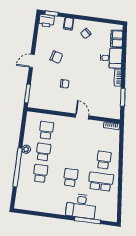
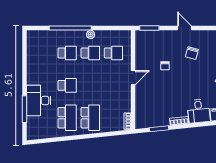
door: (82, 117) -> (133, 78), moved
school desk: (104, 160) -> (90, 118), width x1.85

